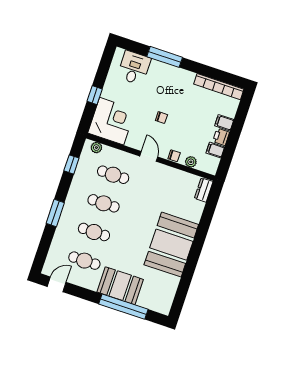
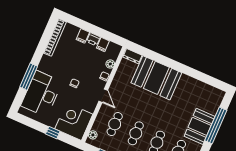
desk: (134, 68) -> (42, 94), width x1.87, depth x1.30
door: (149, 156) -> (103, 96), swing flipped
booth: (171, 245) -> (156, 78), moved

